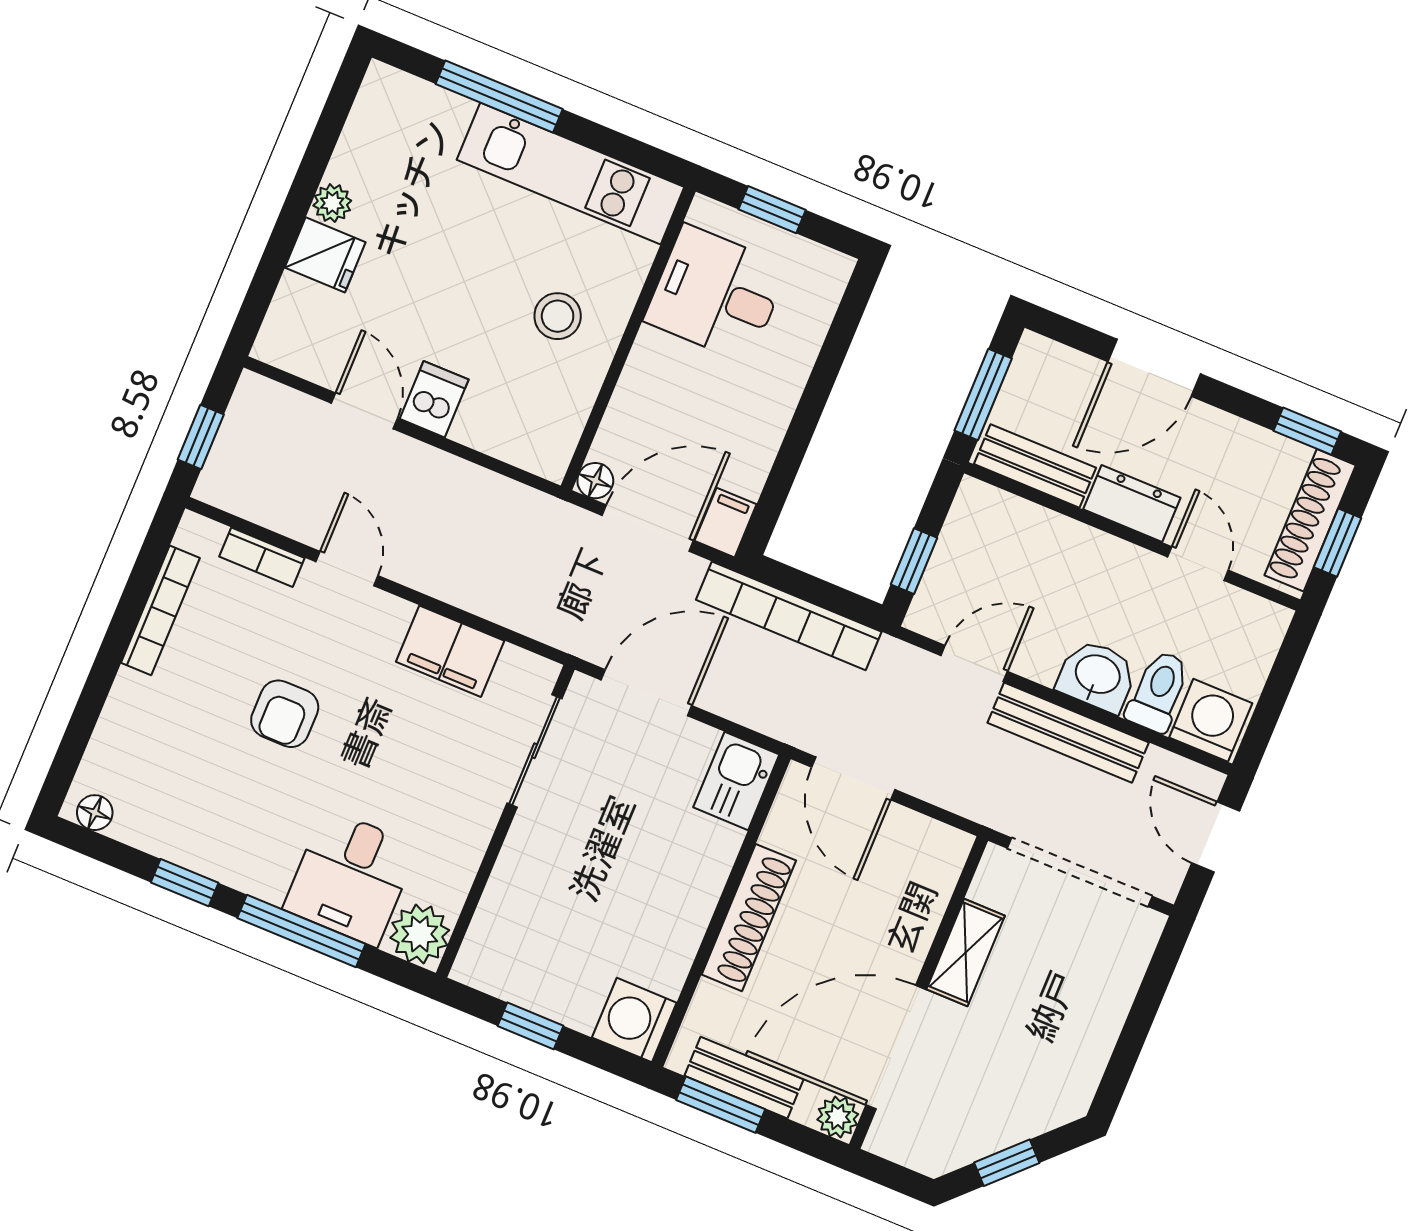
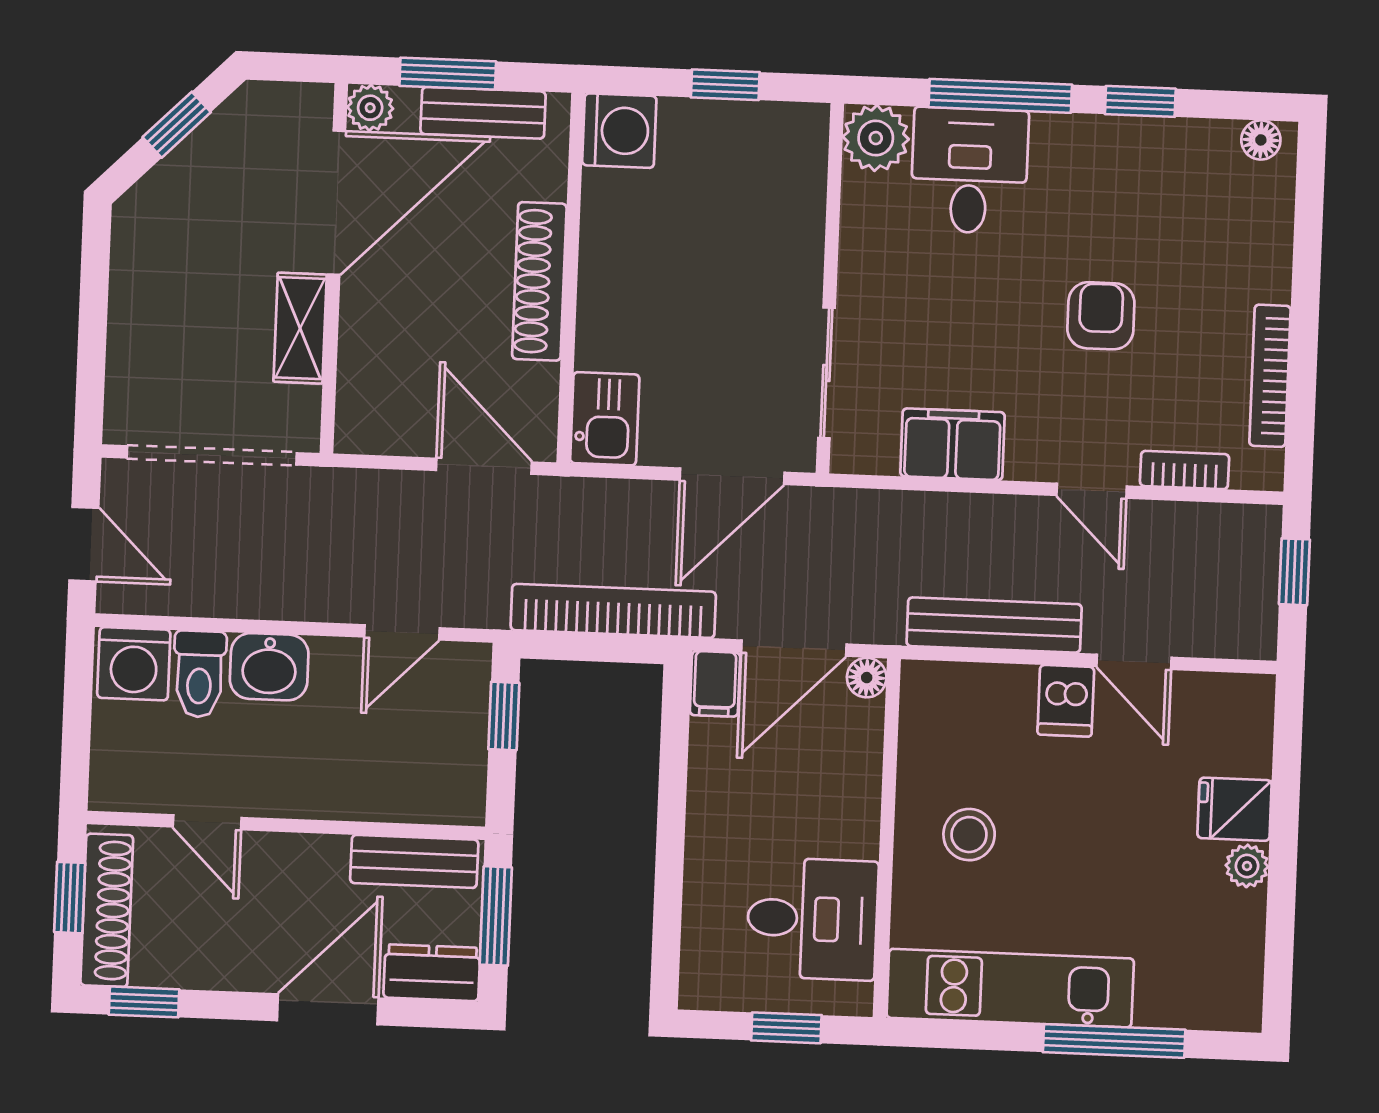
dresser: (1132, 504) -> (432, 973), moved, turned 180
bench: (1068, 733) -> (994, 625), moved
window: (721, 1105) -> (448, 74), moved

